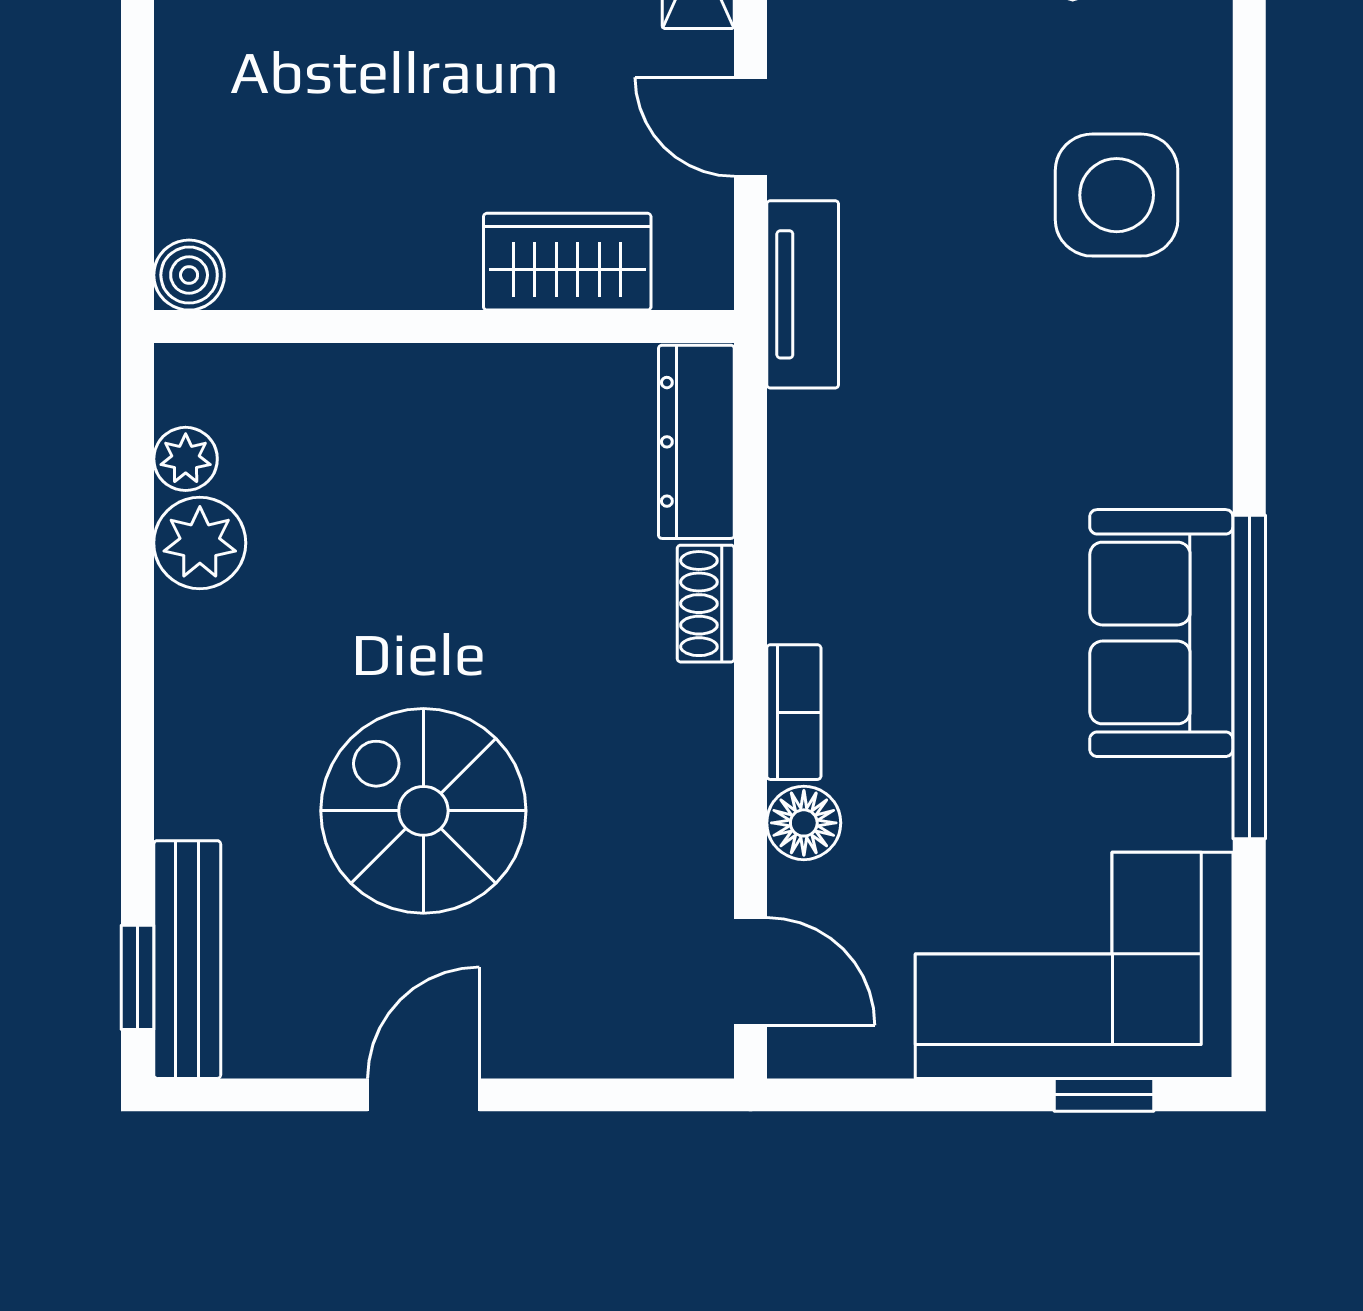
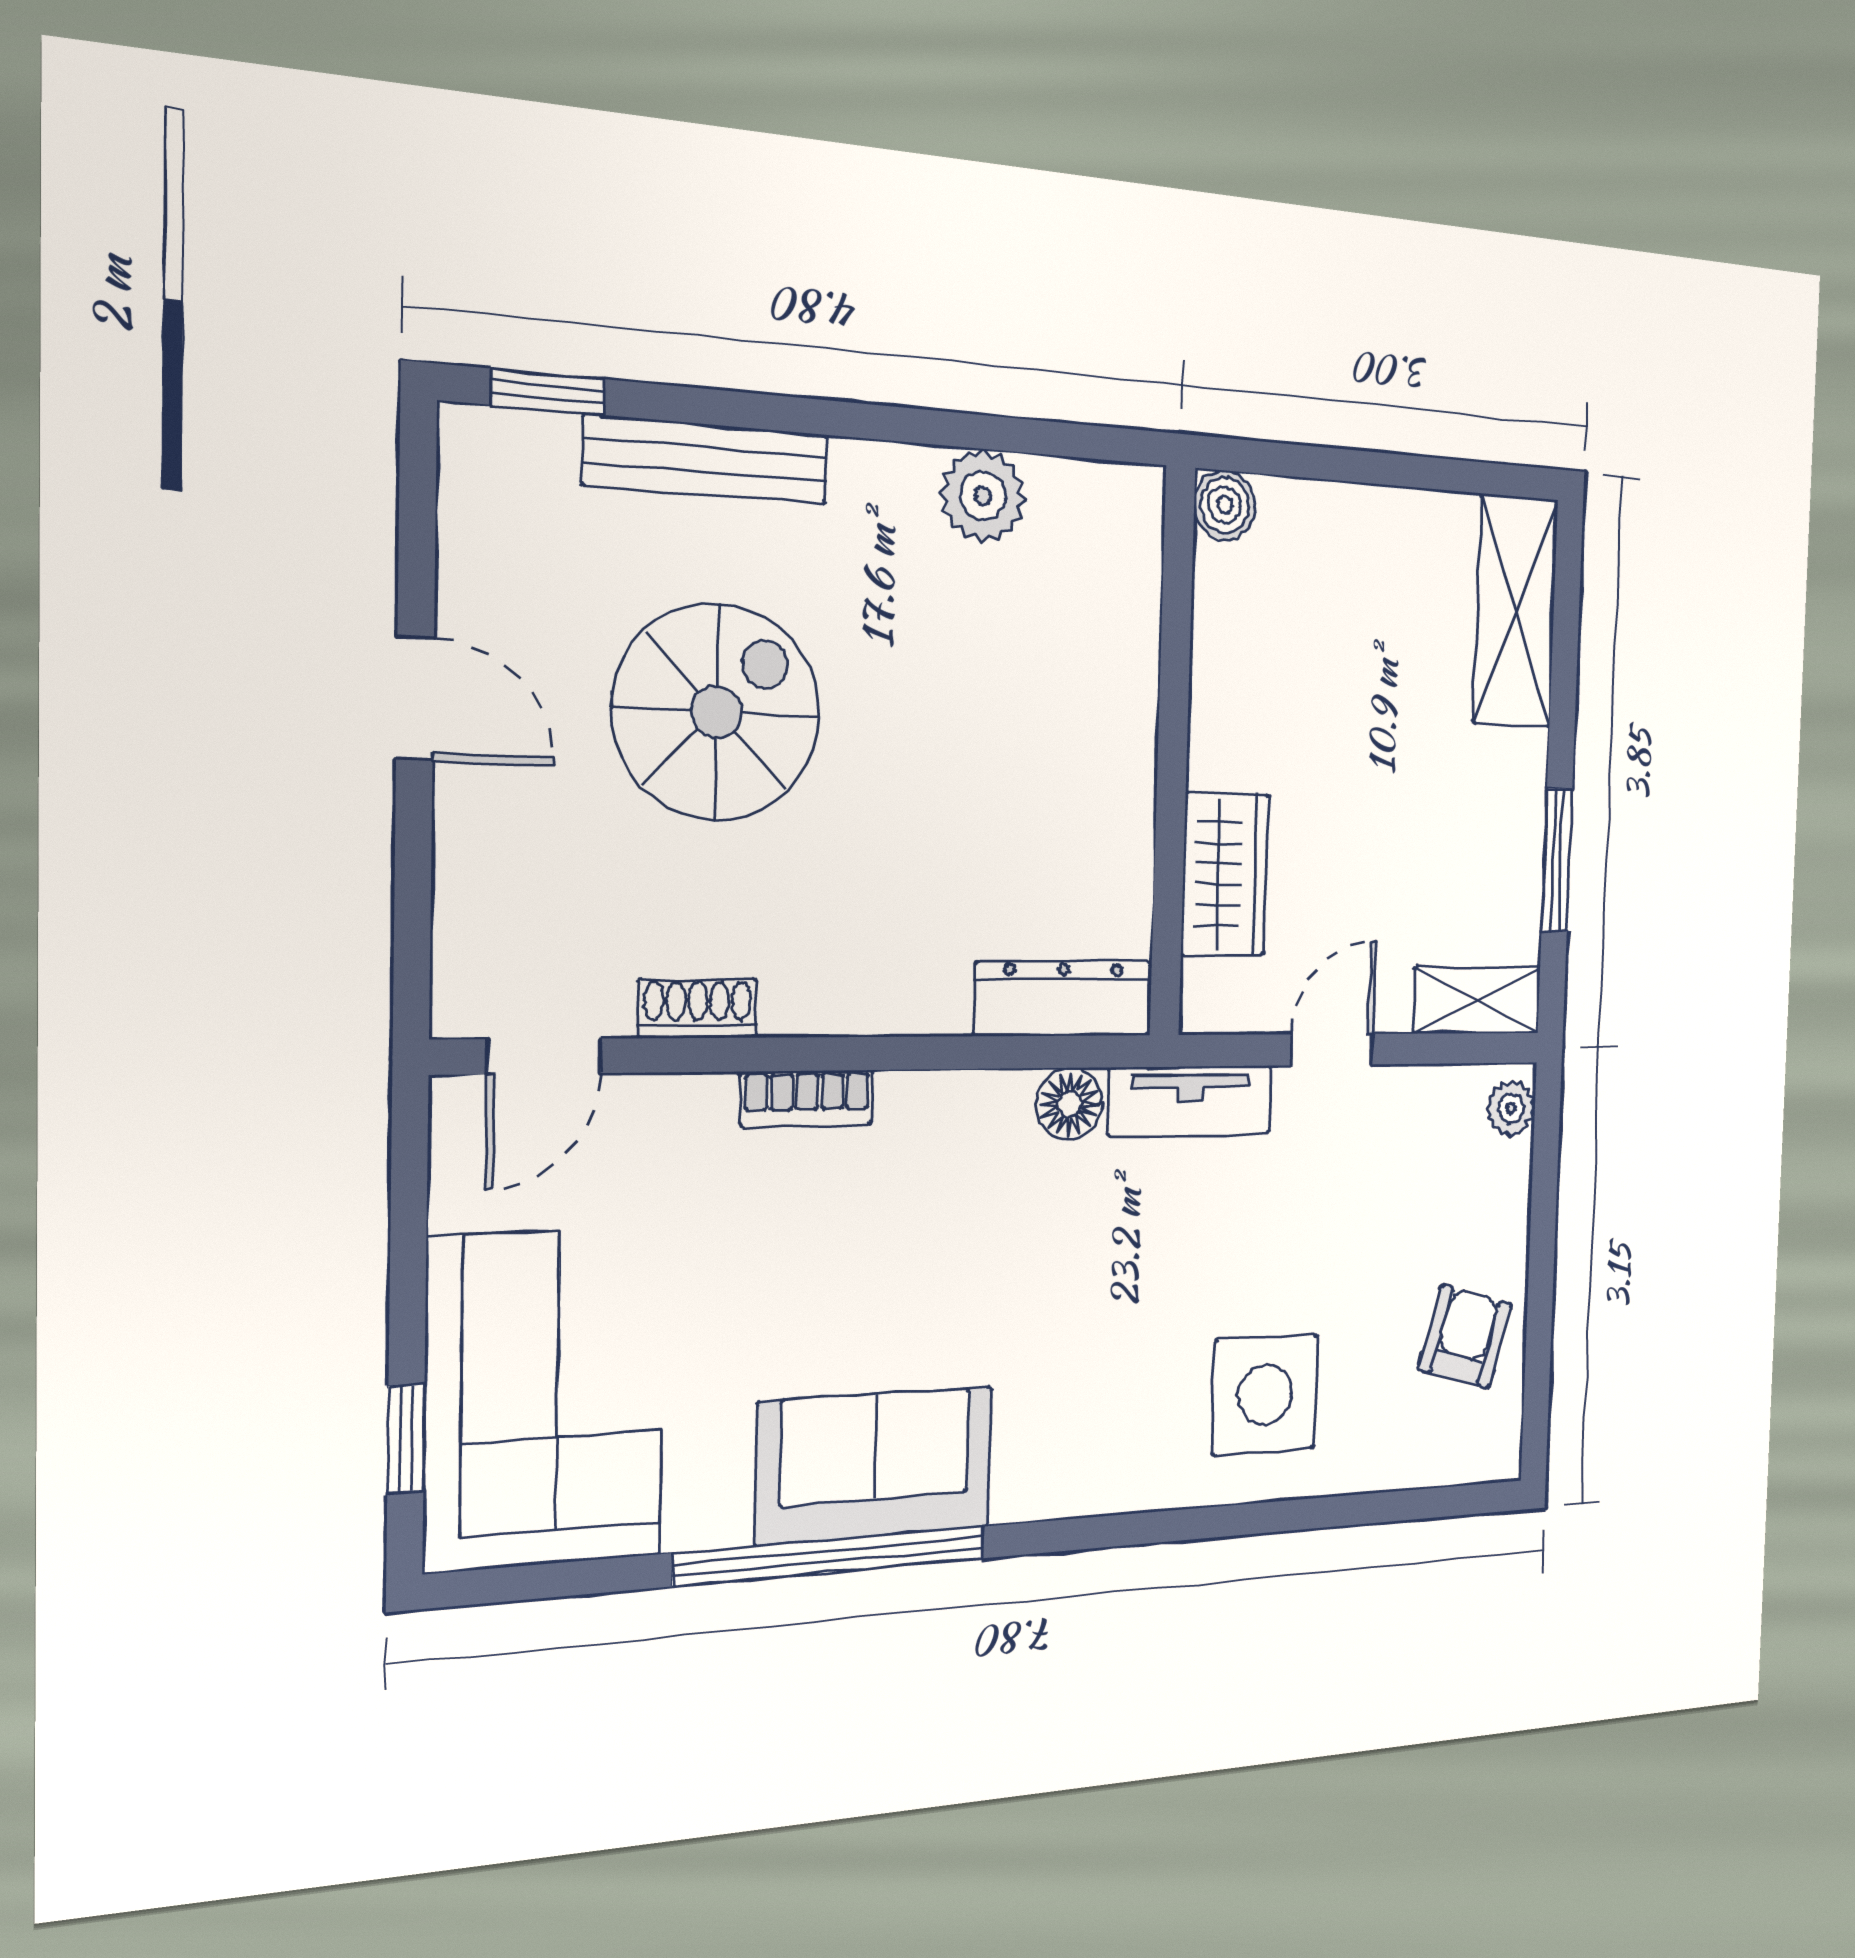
plant: (186, 459) -> (1061, 488), removed
shoe rack: (706, 604) -> (698, 1008), moved
floor lamp: (804, 823) -> (1069, 1104), moved
bench: (187, 960) -> (706, 460), moved

